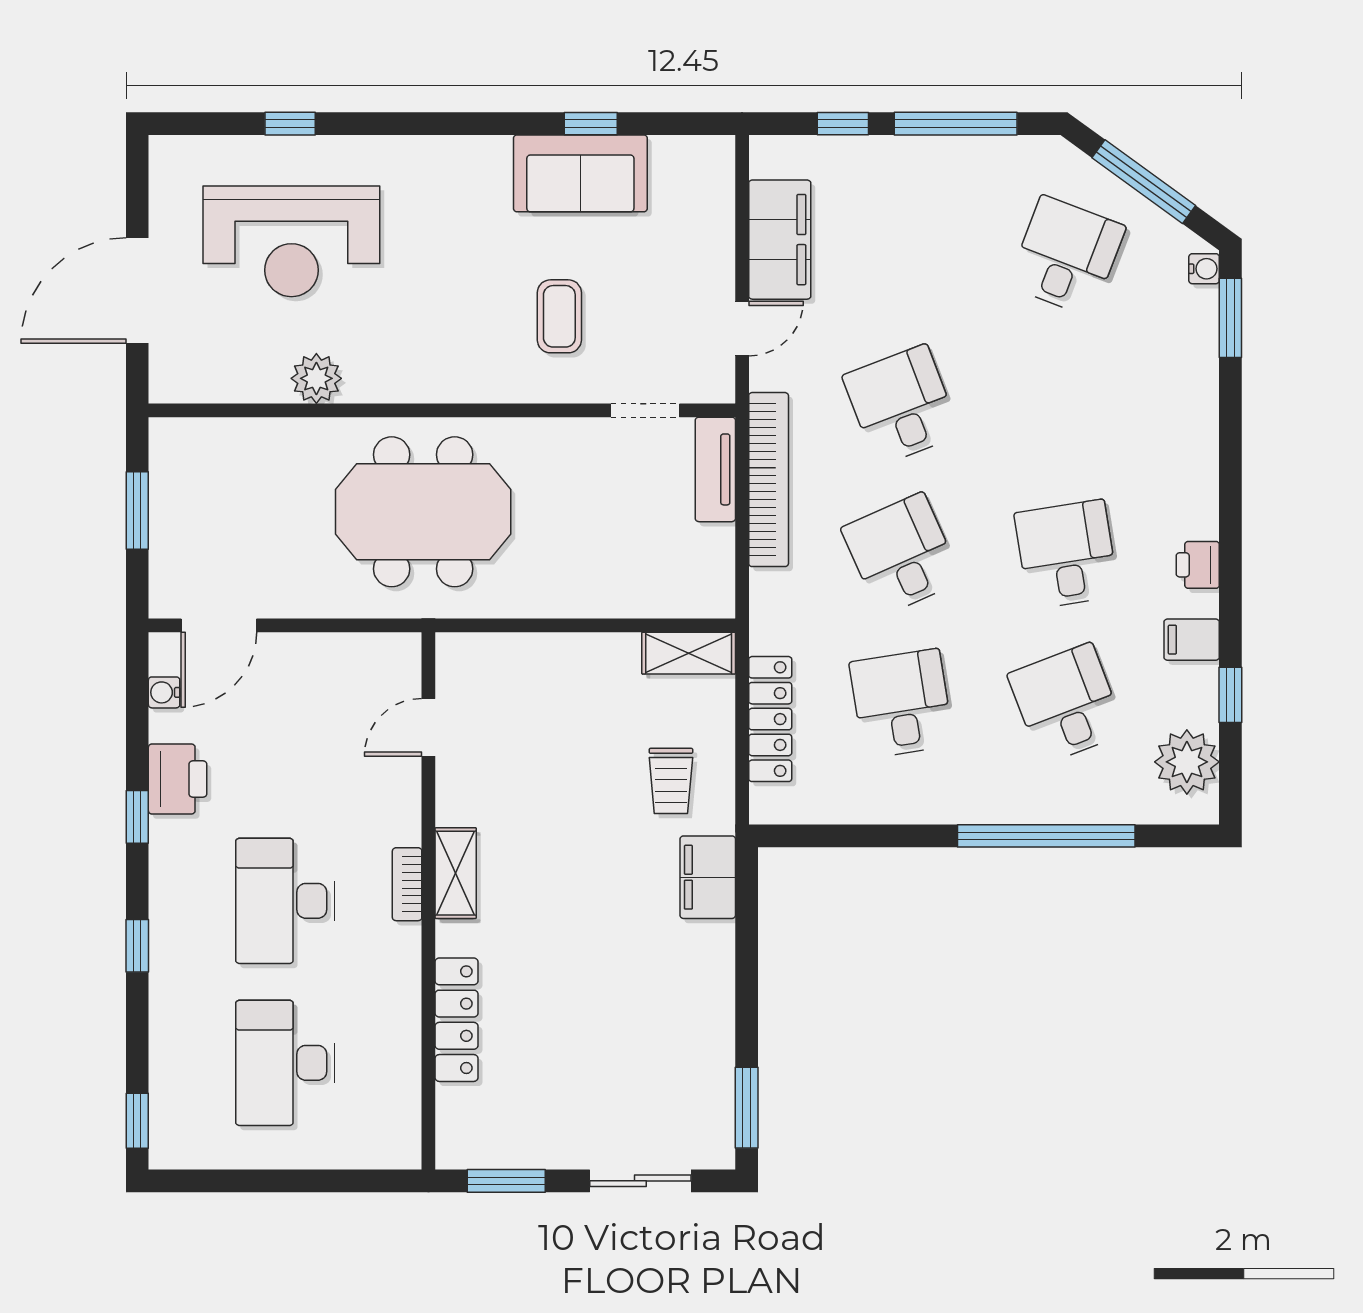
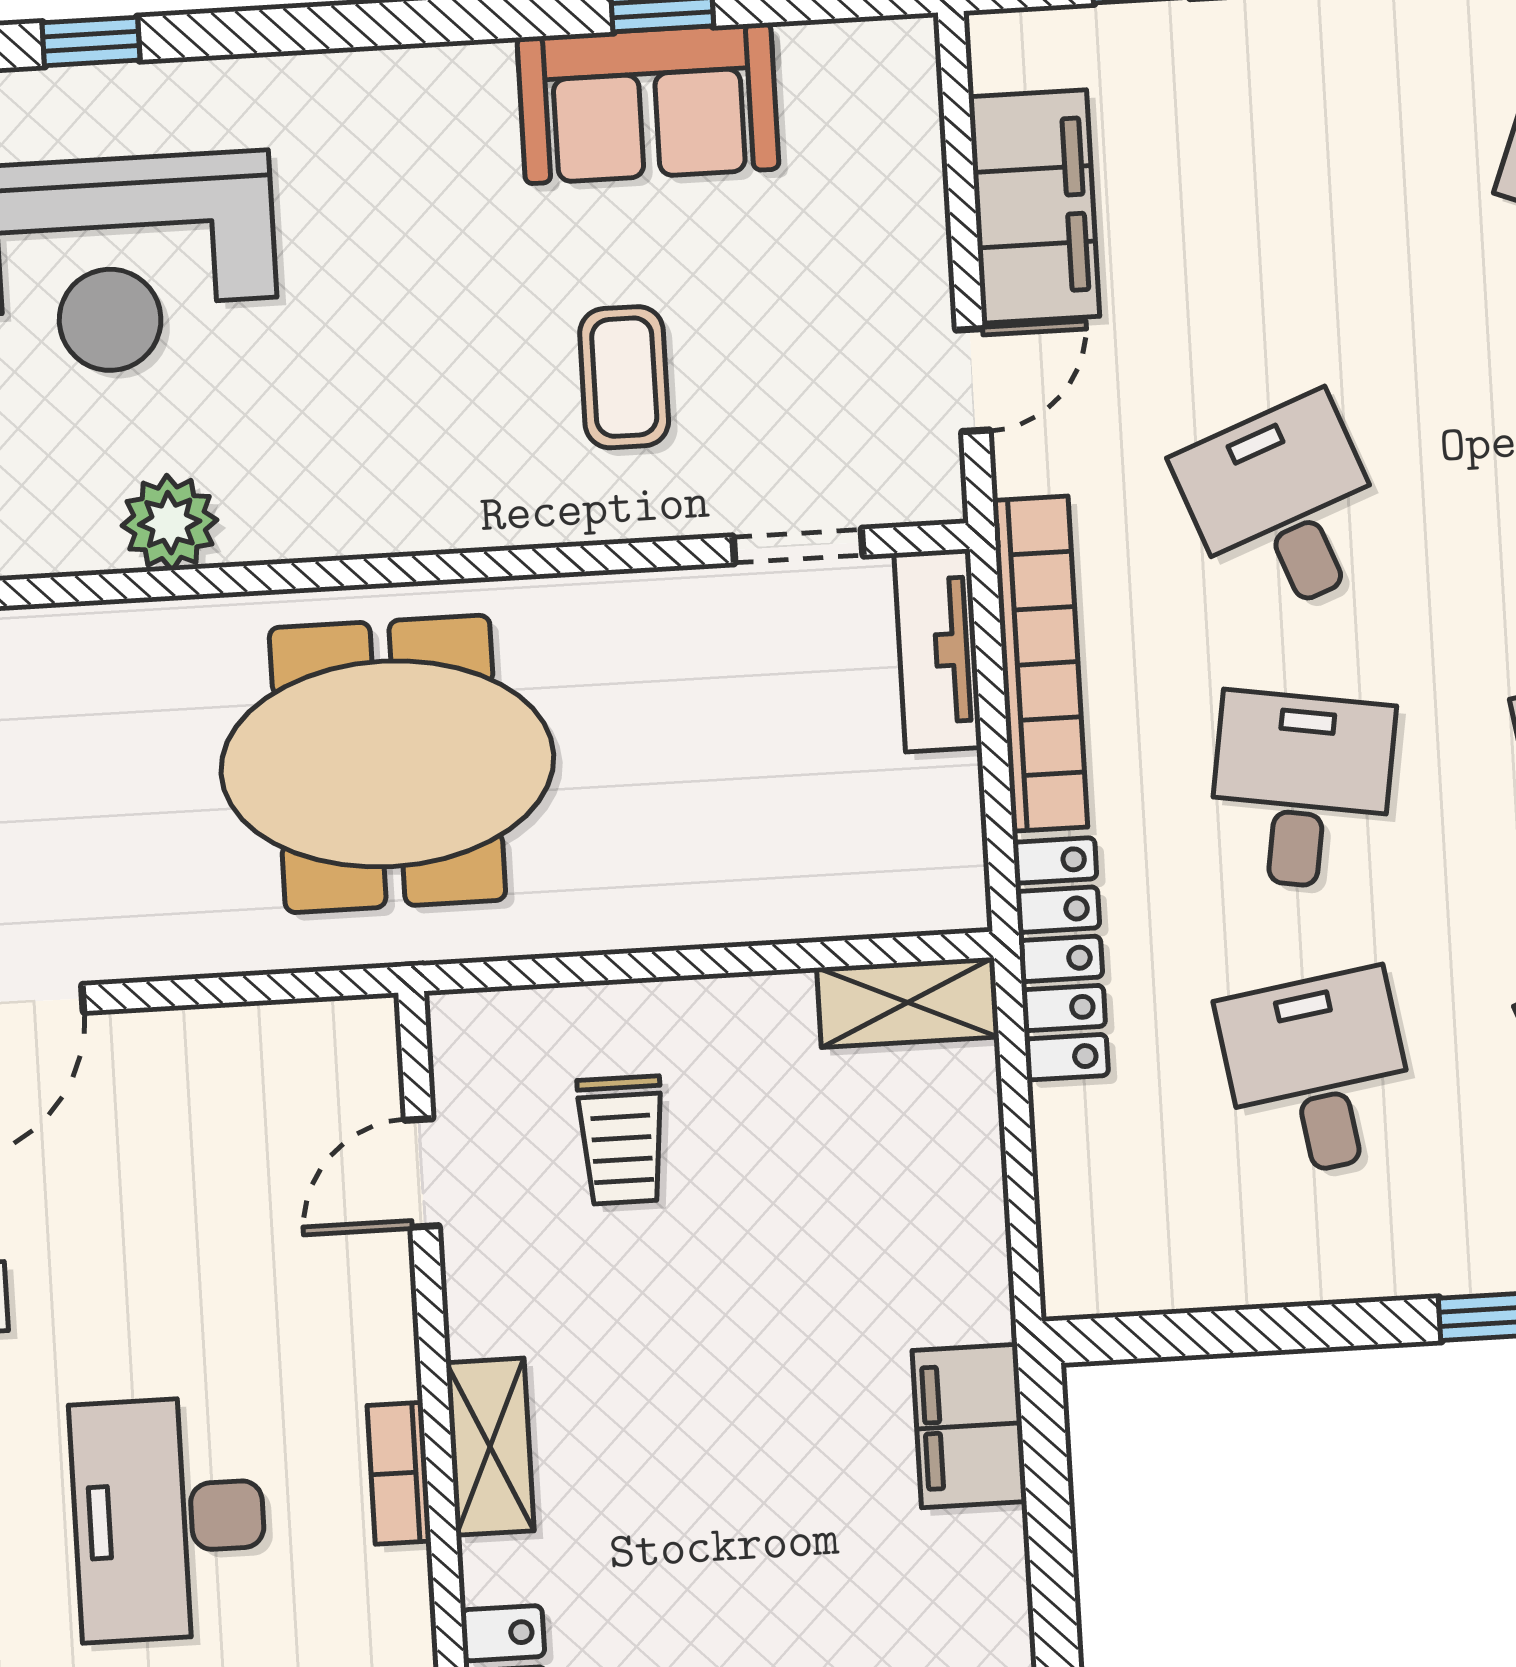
desk: (901, 554) -> (1301, 791), turned 33
locker: (770, 719) -> (1061, 959), moved
trolley: (671, 781) -> (622, 1140), moved

